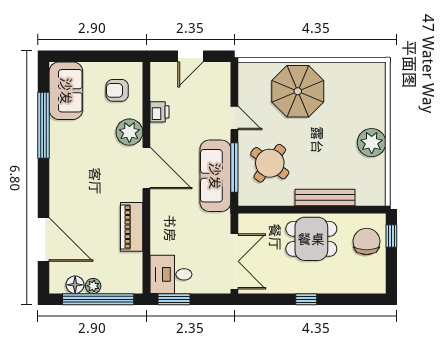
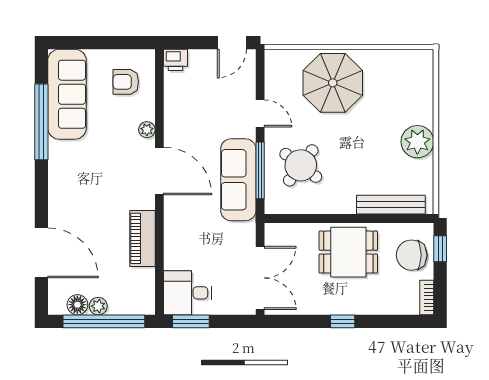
door: (191, 56) -> (232, 43), moved
sofa: (66, 91) -> (67, 94), width x1.36
printer: (160, 112) -> (175, 60), moved, turned 90
plant: (129, 132) -> (147, 130), width x0.53, depth x0.53
bench: (325, 197) -> (391, 205), moved
chair: (367, 241) -> (412, 255), turned -90
bookcase: (380, 279) -> (427, 298), added

